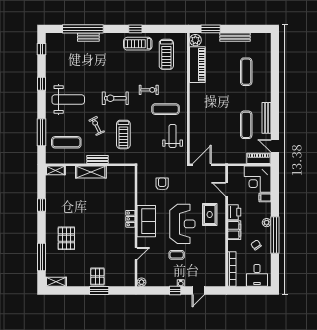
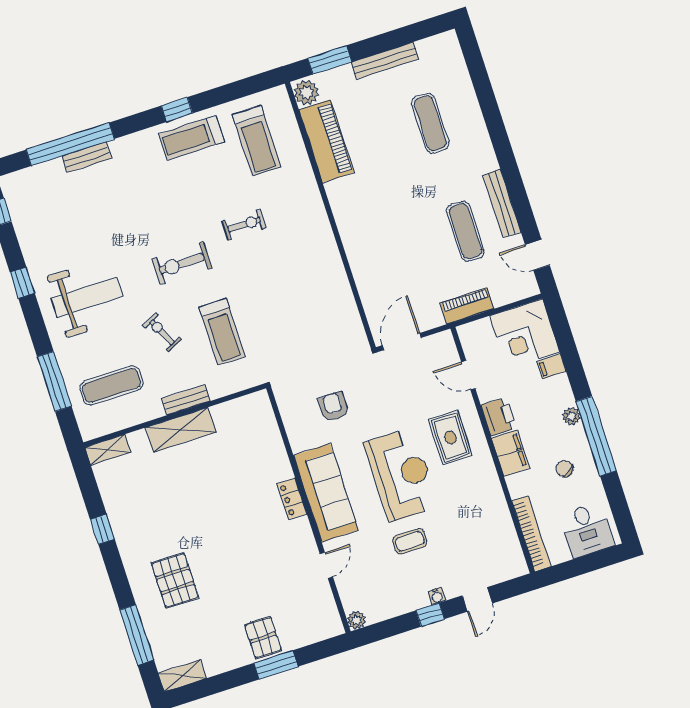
exercise mat: (166, 109) -> (291, 252), removed
weight bench: (173, 136) -> (323, 303), removed
piano: (259, 158) -> (467, 306), moved
sofa: (146, 221) -> (326, 493), width x1.36

